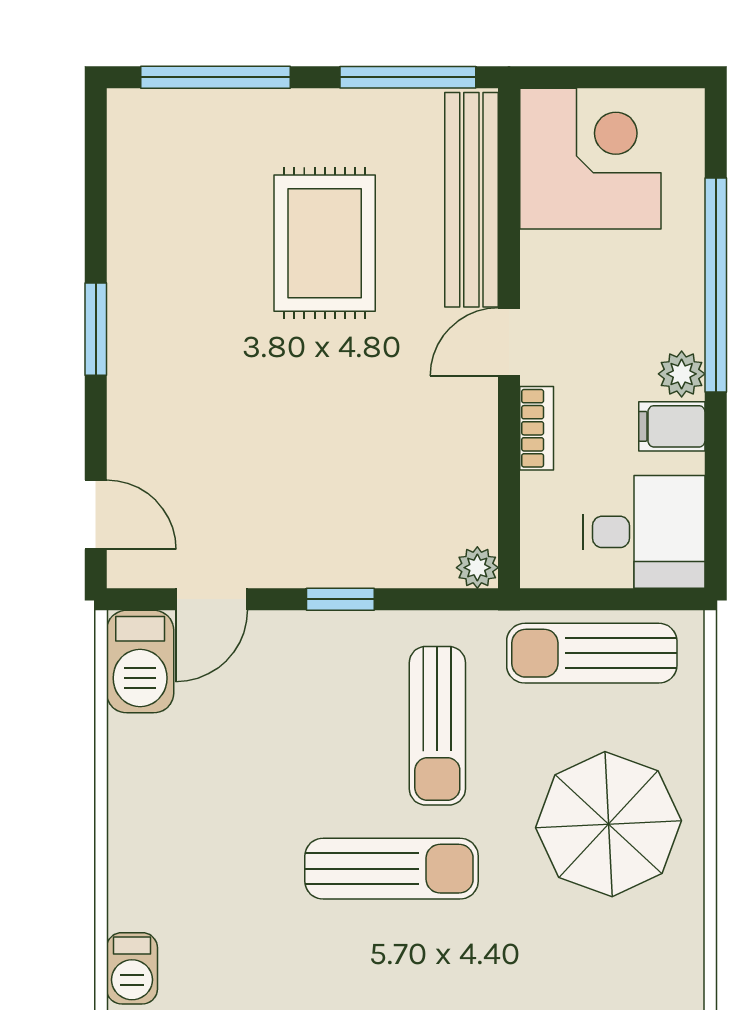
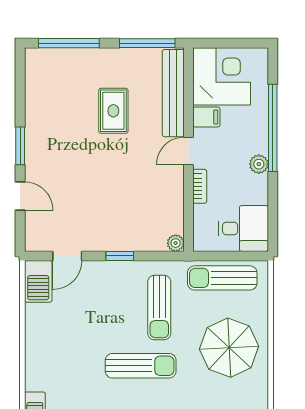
rug: (325, 243) -> (113, 111), width x0.73, depth x0.70
filing cabinet: (672, 426) -> (206, 117), moved, turned 180
door: (96, 515) -> (20, 196), moved

